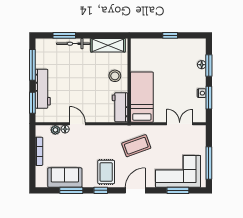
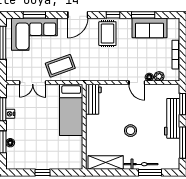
stool: (115, 76) -> (131, 131), moved
coffee table: (136, 146) -> (60, 66), moved

